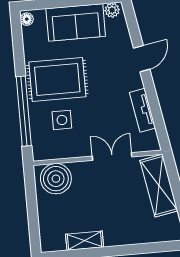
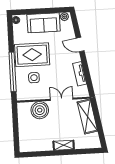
door: (142, 59) -> (80, 45), swing flipped
boiler: (56, 179) -> (40, 110), moved
shelving: (85, 241) -> (64, 145), moved

